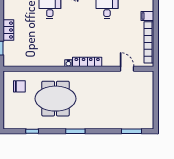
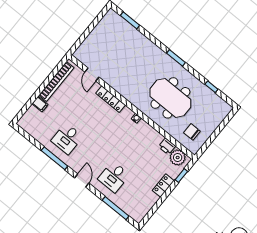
plant: (15, 59) -> (178, 157), added
printer: (29, 61) -> (167, 146), added
locker: (87, 62) -> (111, 99), moved

